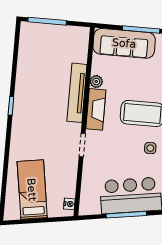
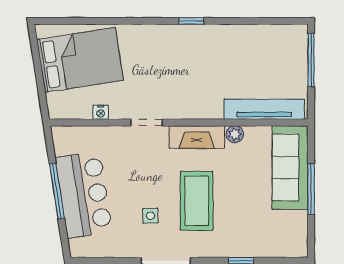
tv unit: (77, 93) -> (264, 109), moved
bed: (32, 190) -> (80, 60), width x1.50
nightstand: (69, 204) -> (101, 112), moved

